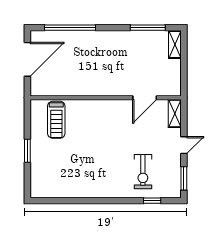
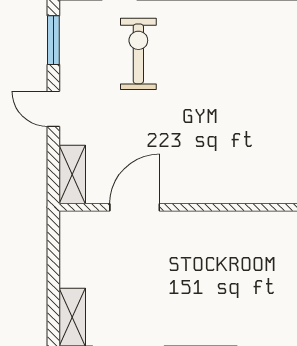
door: (184, 145) -> (53, 109), hinge flipped

